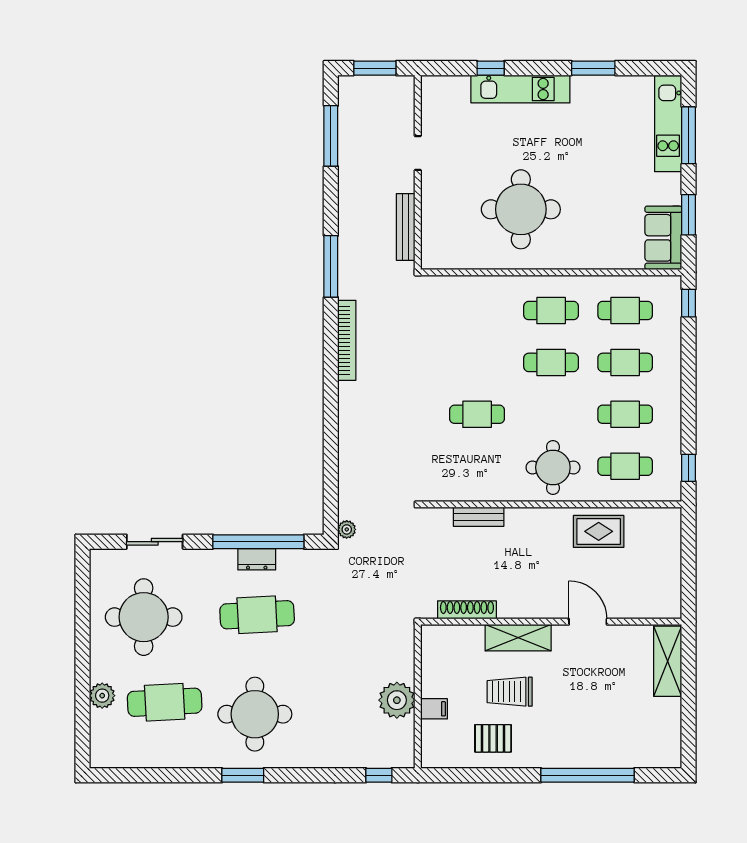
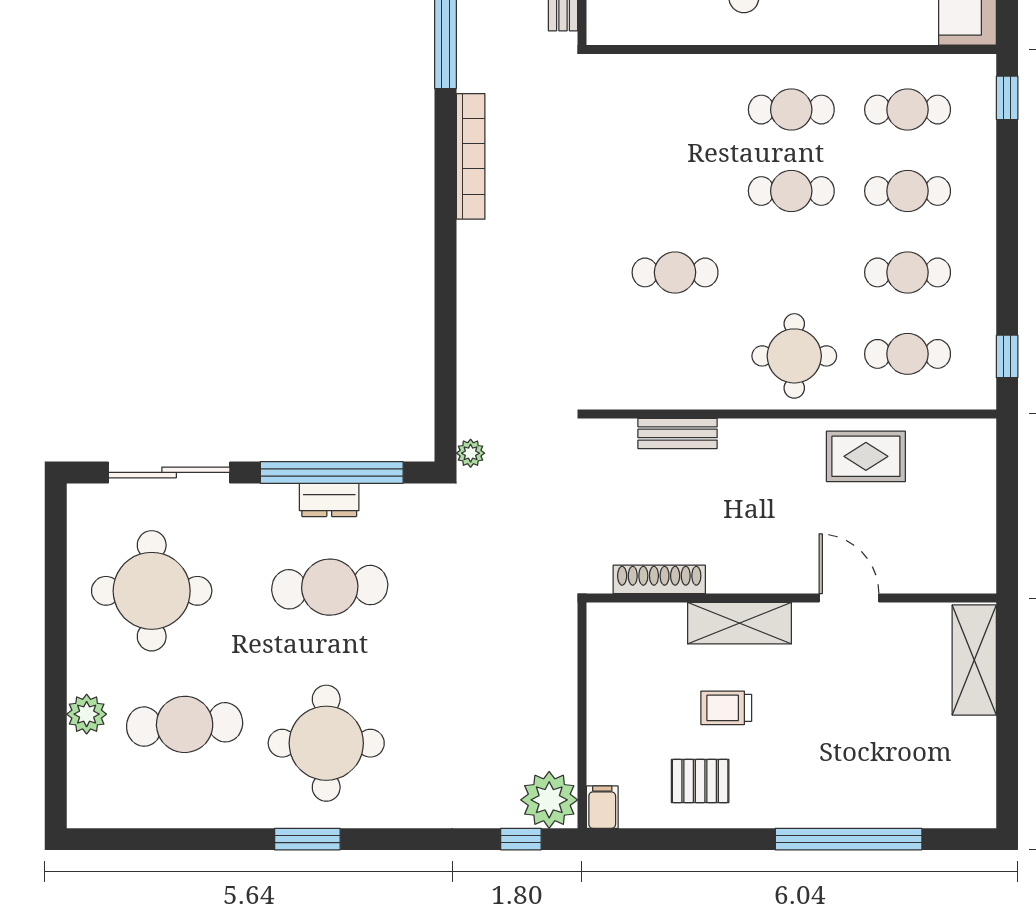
sliding door: (155, 542) -> (169, 472), width x1.37
trolley: (510, 692) -> (726, 708), width x0.73, depth x0.72
plant: (397, 700) -> (549, 800), moved
filing cabinet: (434, 709) -> (602, 807), moved, turned -90

